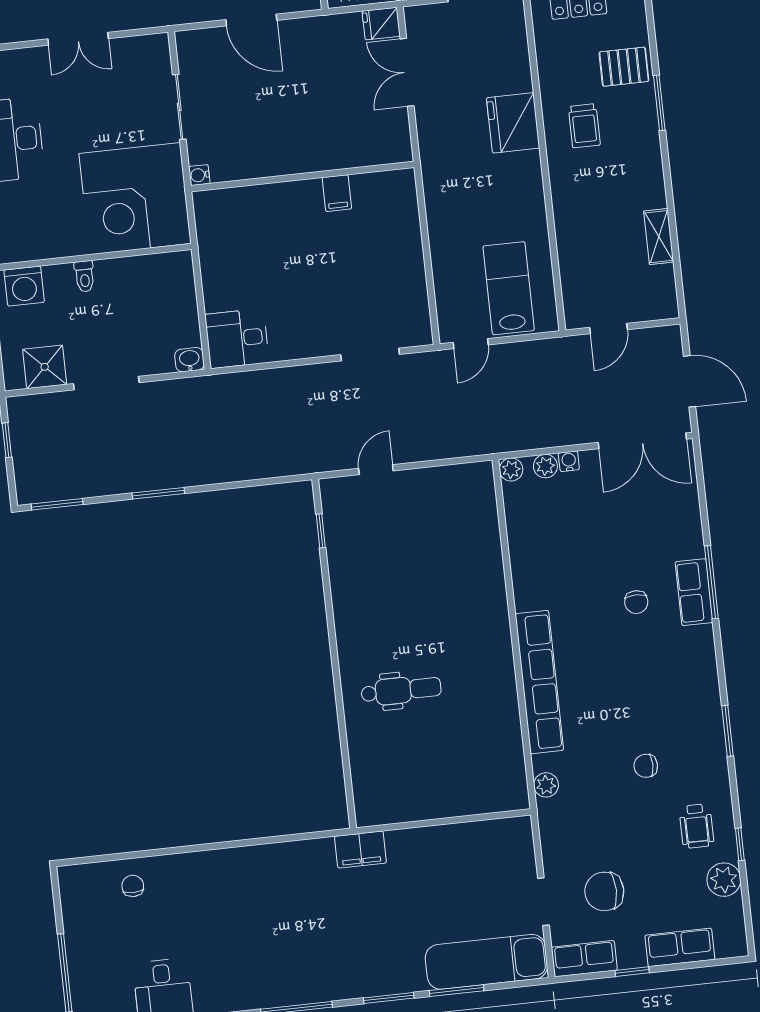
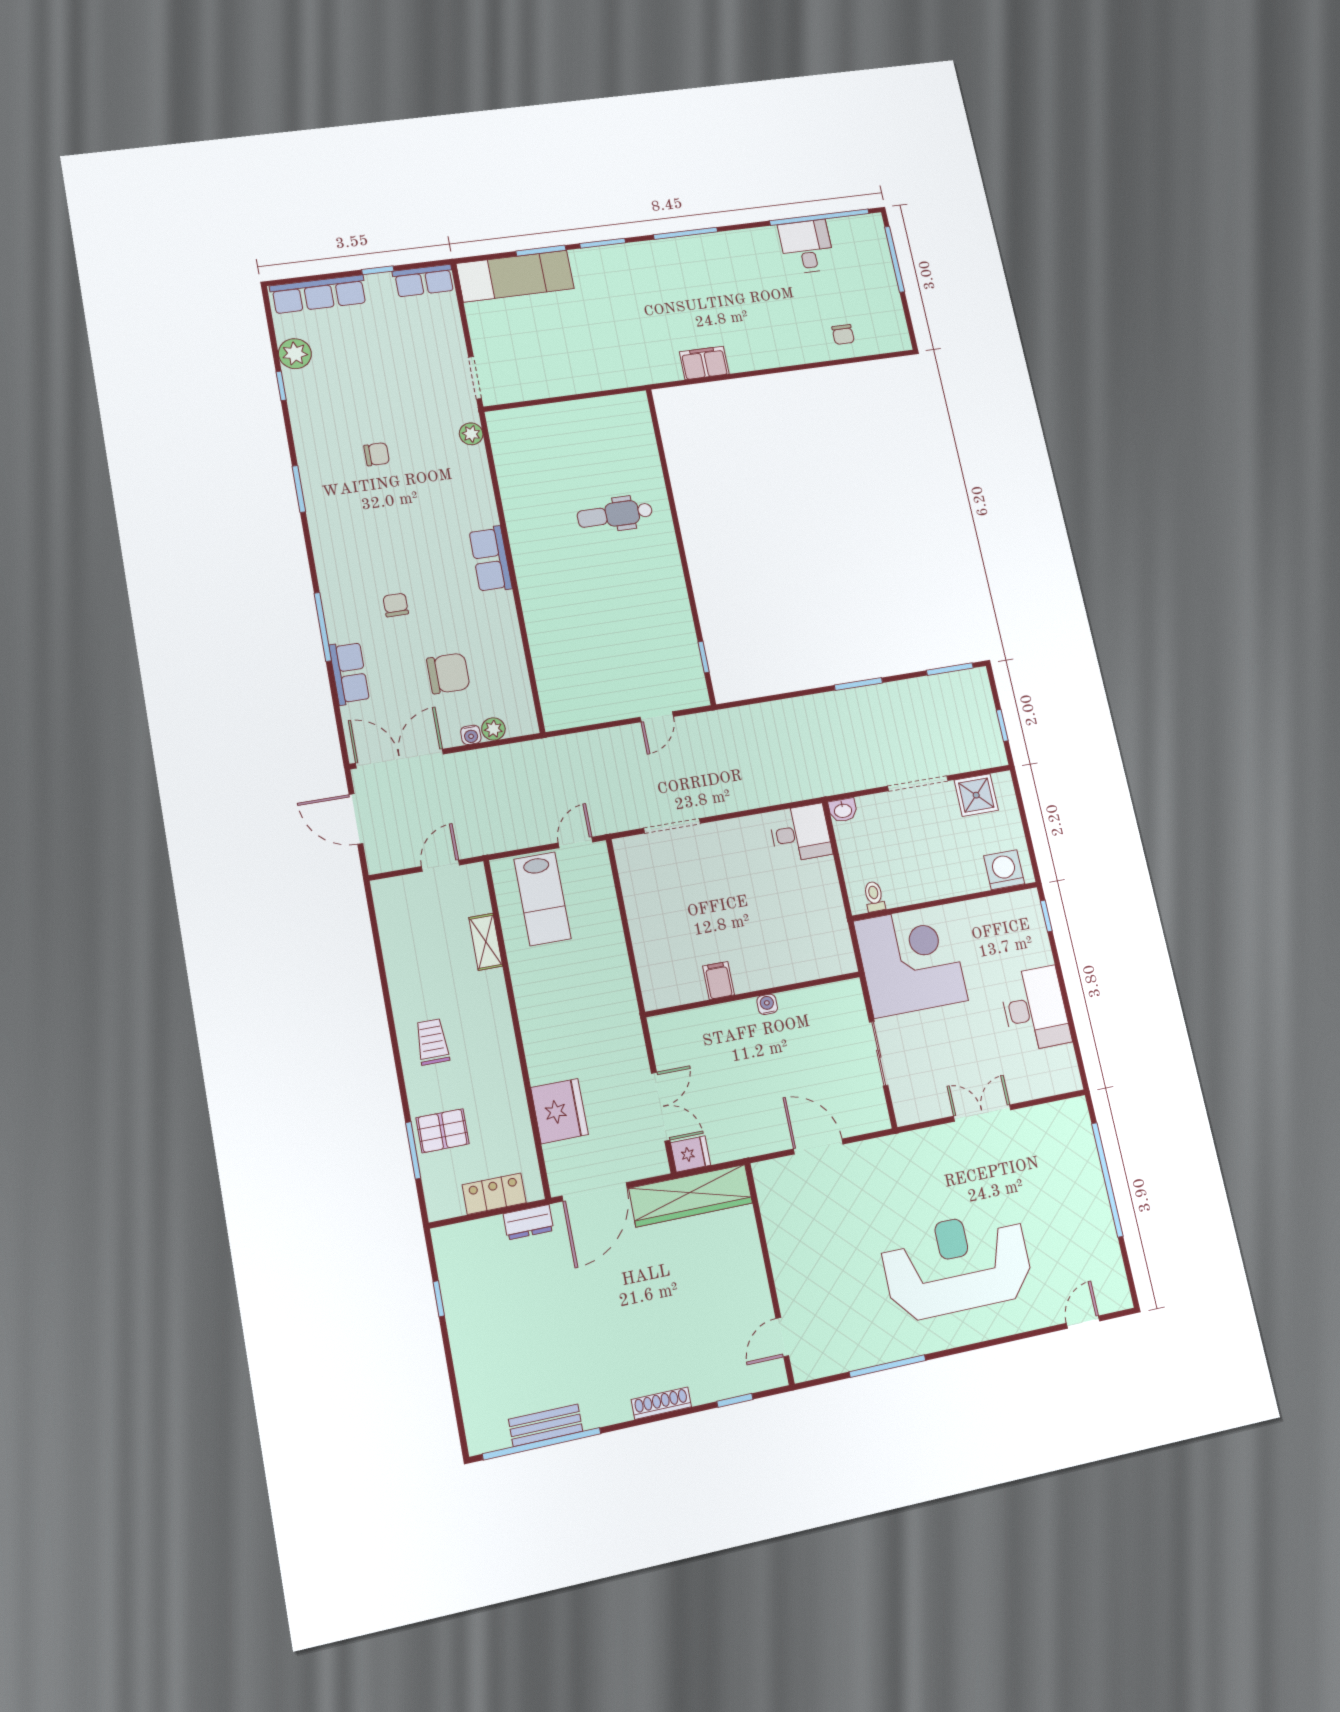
window: (659, 103) -> (413, 1150), moved
fridge: (513, 123) -> (559, 1111), moved
trolley: (584, 126) -> (432, 1042), moved
water cooler: (199, 175) -> (767, 1004), moved, turned -90
shelving: (659, 237) -> (486, 942), moved
toilet: (85, 276) -> (874, 896), moved
plant: (511, 470) -> (527, 724), removed
row of seats: (694, 592) -> (349, 673), moved
row of seats: (539, 682) -> (491, 559), width x0.50
wheelchair: (697, 826) -> (324, 401), removed
filing cabinet: (360, 850) -> (704, 363), moved
chair: (604, 891) -> (448, 673), moved
doorway: (543, 902) -> (475, 378), moved
row of seats: (680, 947) -> (319, 294), width x1.48

